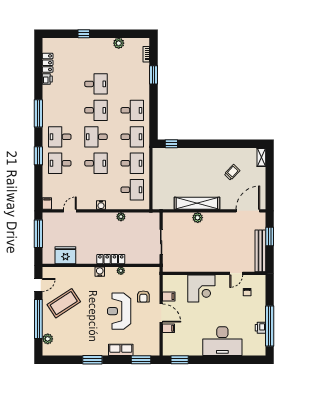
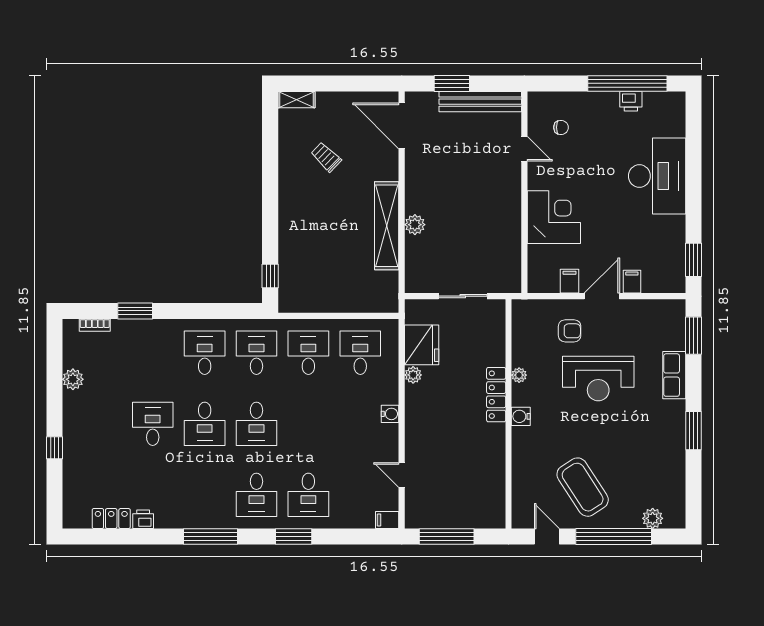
desk: (96, 110) -> (205, 424), turned 180
desk: (96, 163) -> (308, 424), removed
fridge: (65, 255) -> (422, 345), moved, turned 180

